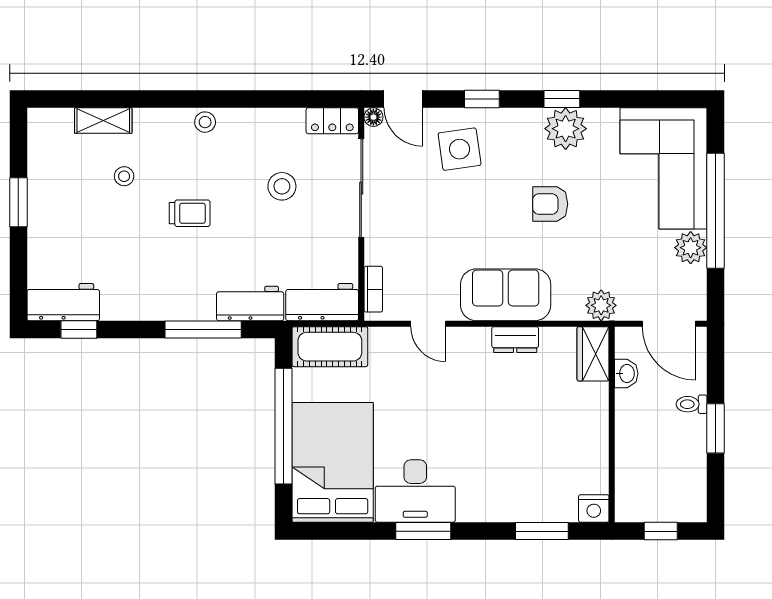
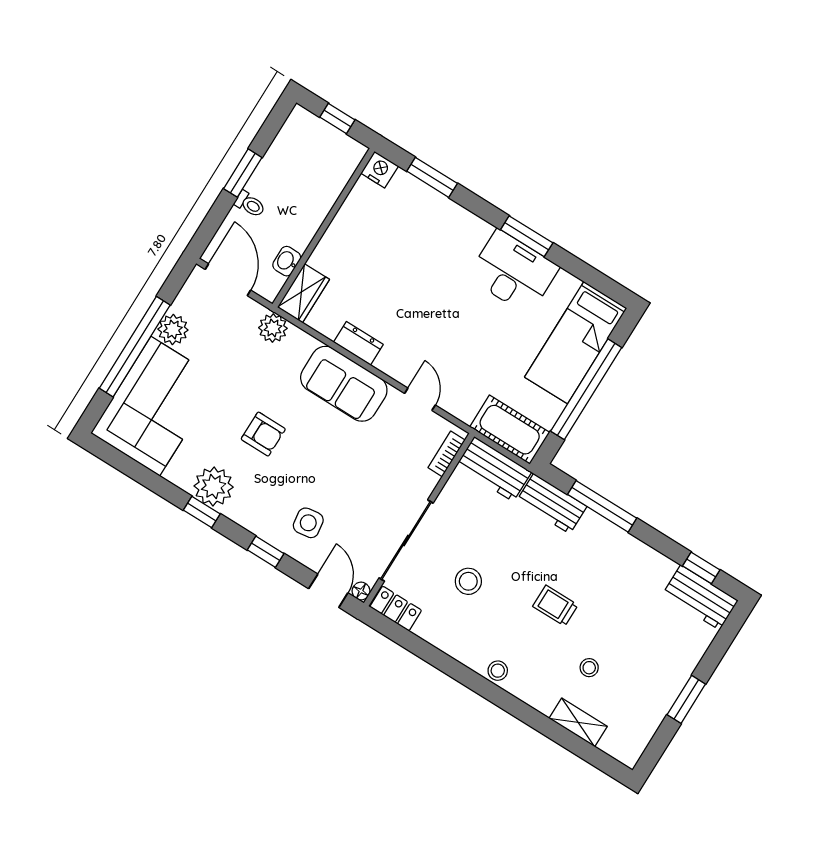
side table: (460, 149) -> (308, 523), width x0.73, depth x0.73
bed: (333, 462) -> (576, 343), width x0.67

